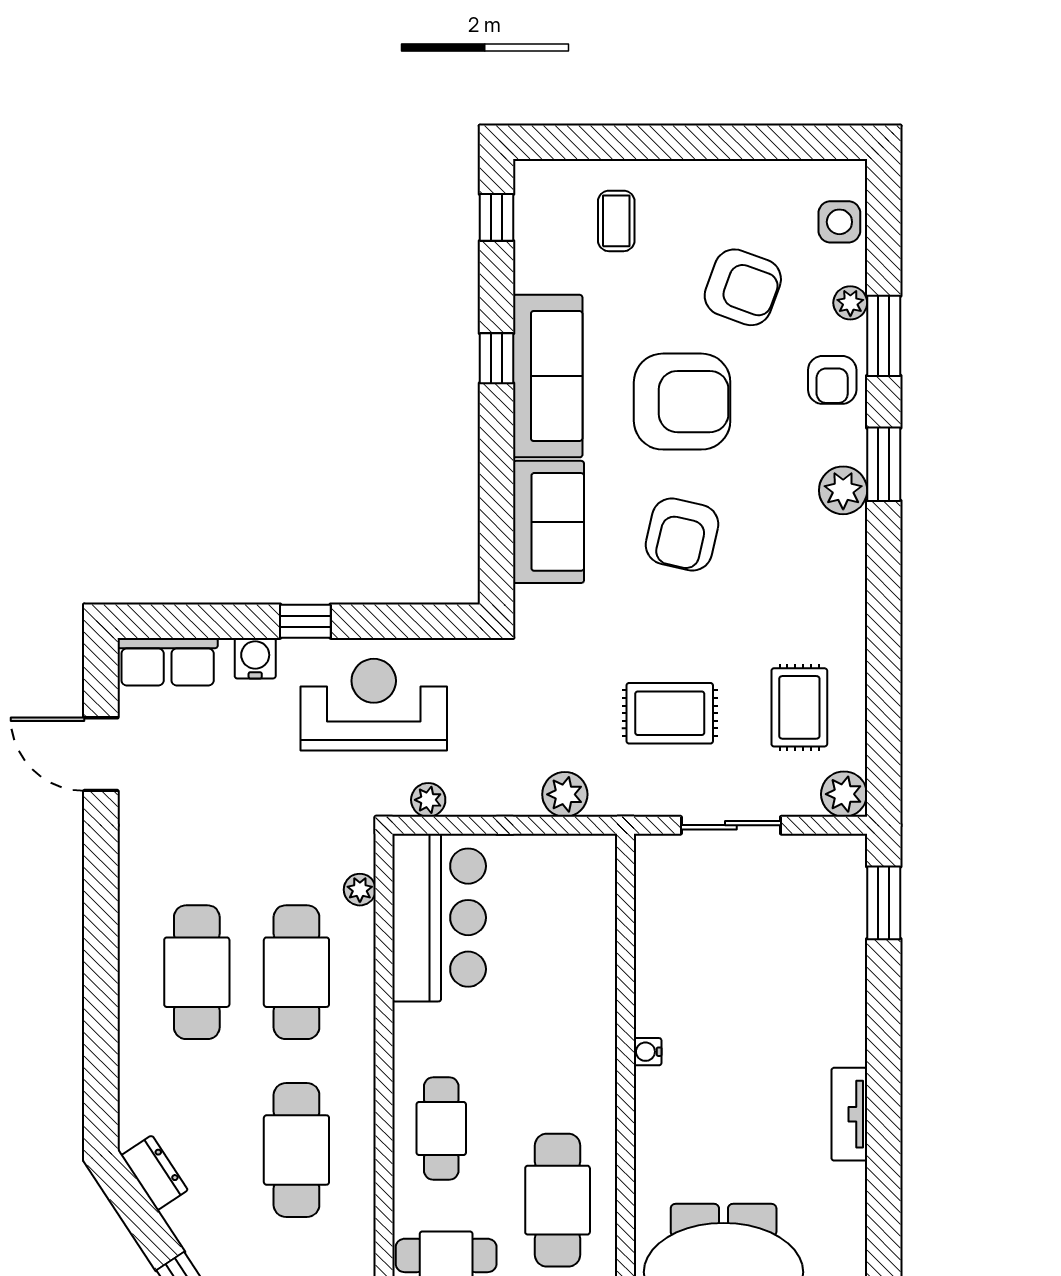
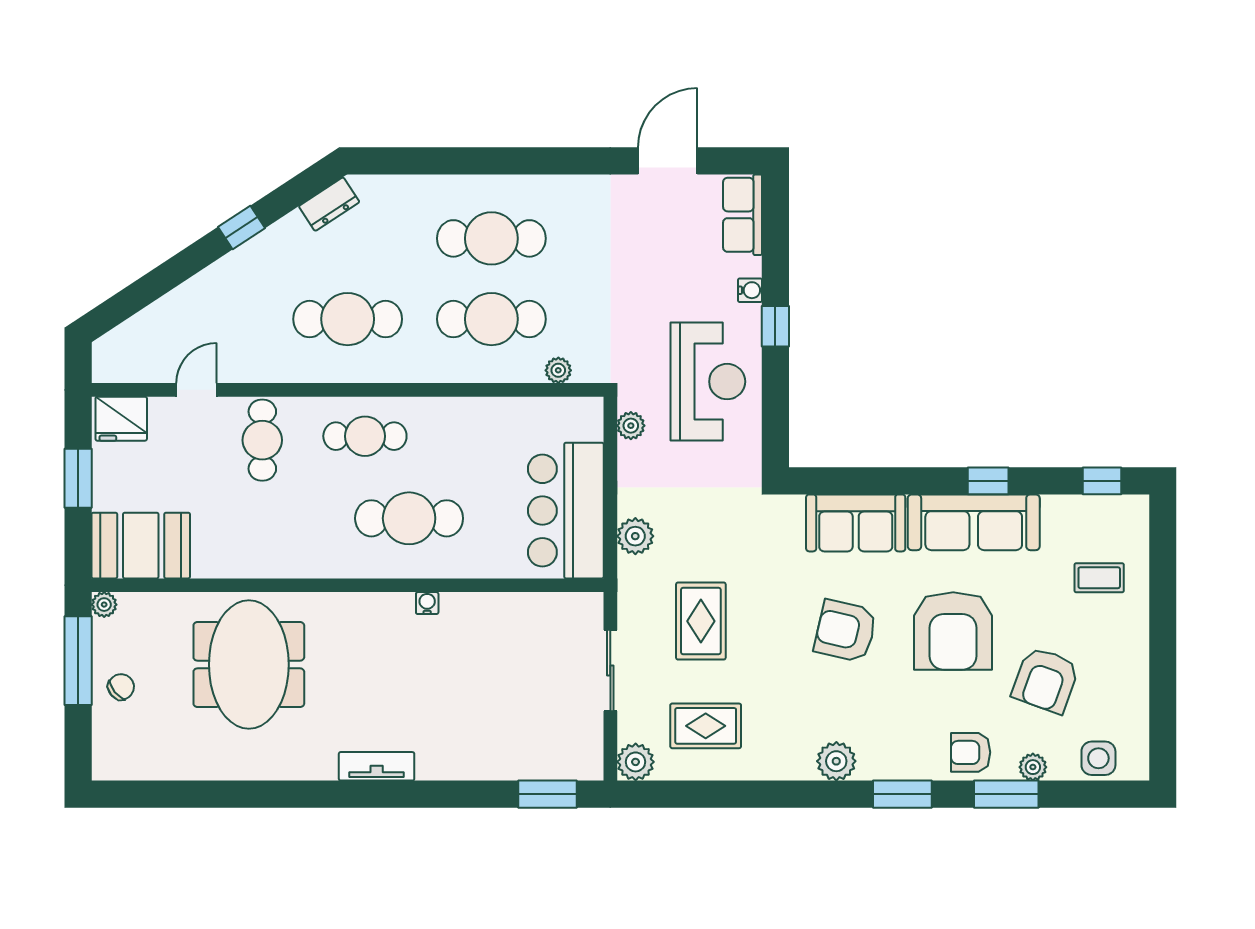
plant: (843, 490) -> (836, 761), moved
water cooler: (255, 658) -> (750, 290), width x0.72, depth x0.72
bar counter: (439, 918) -> (566, 511), moved, turned 90
cafe table: (558, 1200) -> (409, 518), moved

